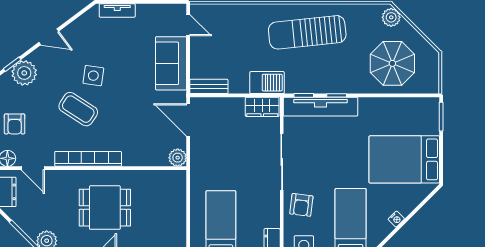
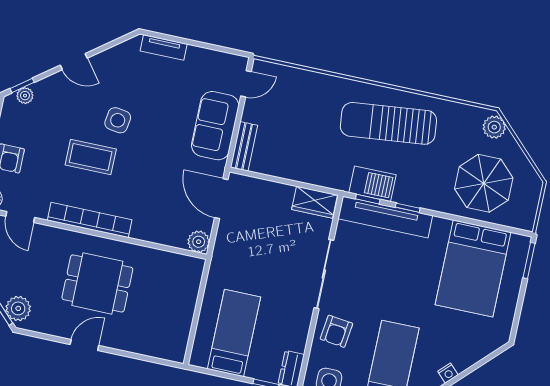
door: (188, 25) -> (246, 84), hinge flipped
plant: (24, 73) -> (25, 96), width x0.53, depth x0.53
barbecue: (267, 83) -> (372, 184), moved
bench: (209, 86) -> (244, 146), moved, turned 90
coffee table: (78, 109) -> (91, 157), turned -33
bed: (404, 159) -> (473, 268), moved, turned -90

